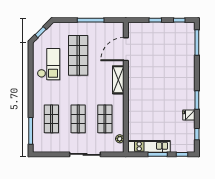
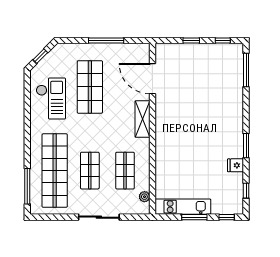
door: (126, 49) -> (152, 79), hinge flipped
shop shelf: (51, 119) -> (55, 171), width x2.00, depth x1.36

